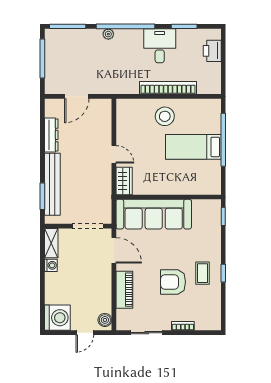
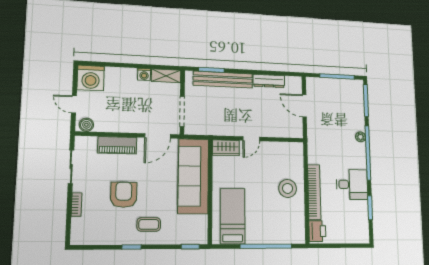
printer: (212, 51) -> (317, 231), moved, turned 90
bed: (193, 147) -> (233, 216), moved
coffee table: (203, 273) -> (149, 224), moved

